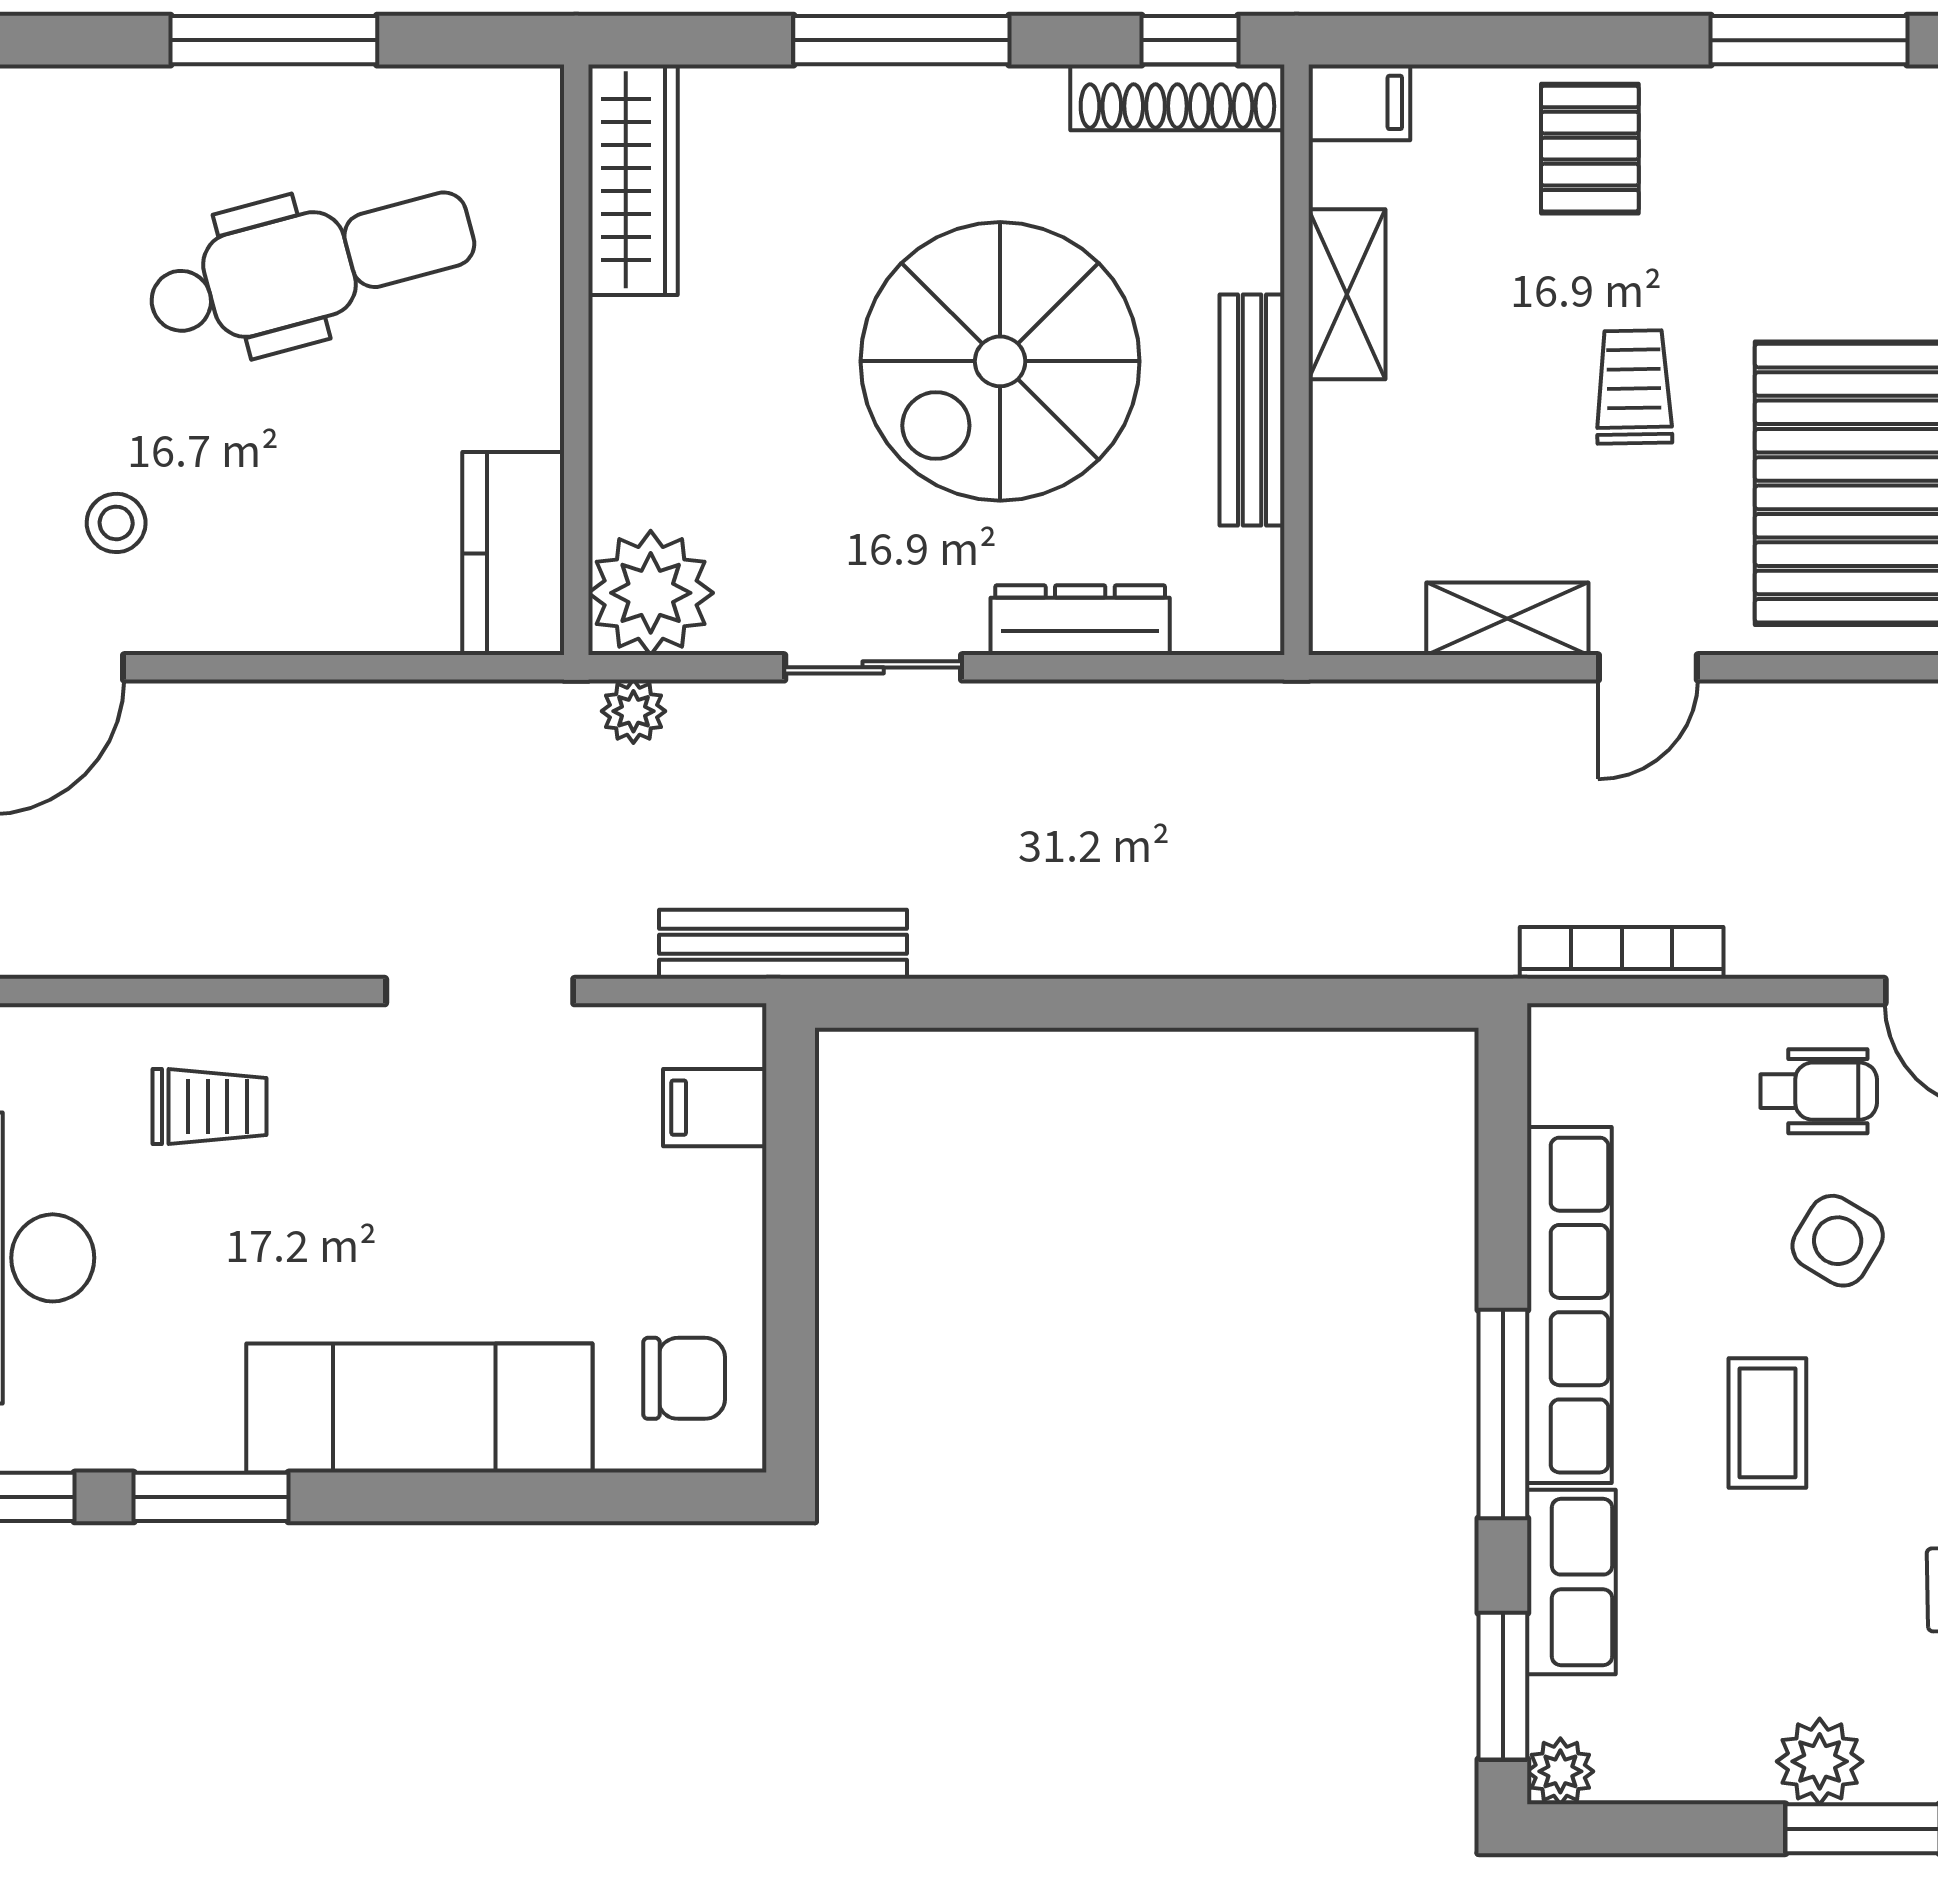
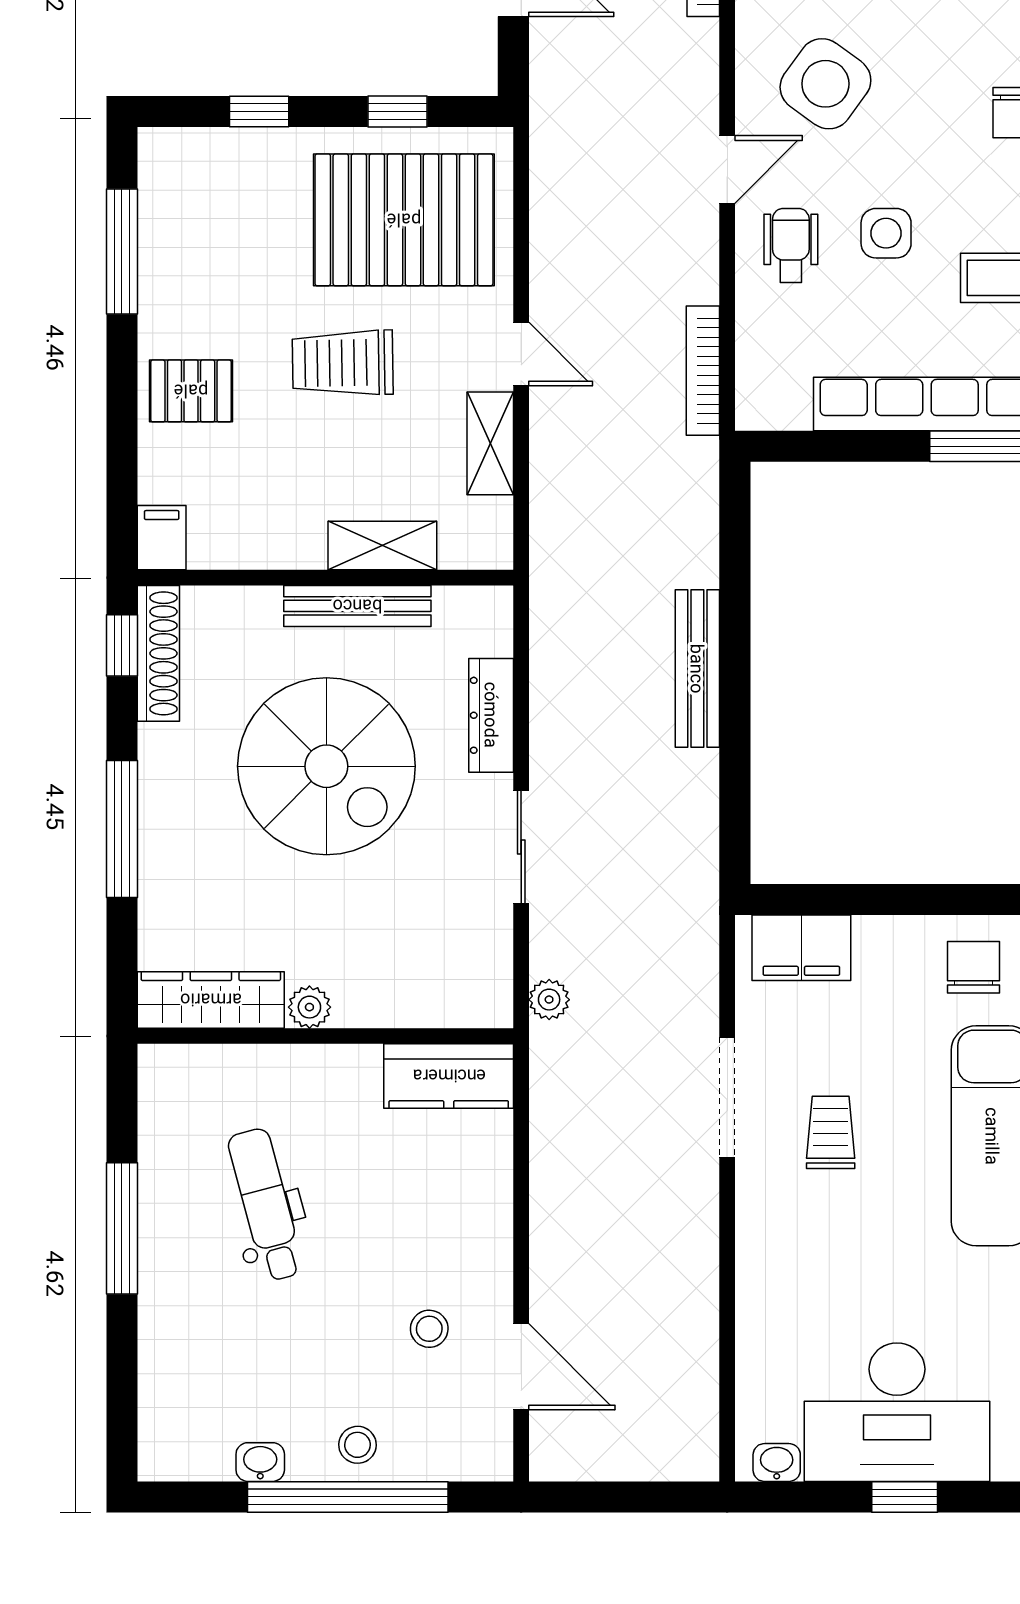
dental chair: (311, 266) -> (266, 1205), width x0.73, depth x0.72
shelving: (1347, 294) -> (382, 545), moved
trolley: (1634, 387) -> (343, 363), width x1.36, depth x1.39
plant: (651, 593) -> (309, 1007), moved, width x0.53, depth x0.53
bench: (783, 944) -> (697, 669), moved
trolley: (210, 1106) -> (831, 1132), moved
filing cabinet: (715, 1108) -> (801, 948), width x2.00
side table: (1838, 1241) -> (886, 233), turned -31

